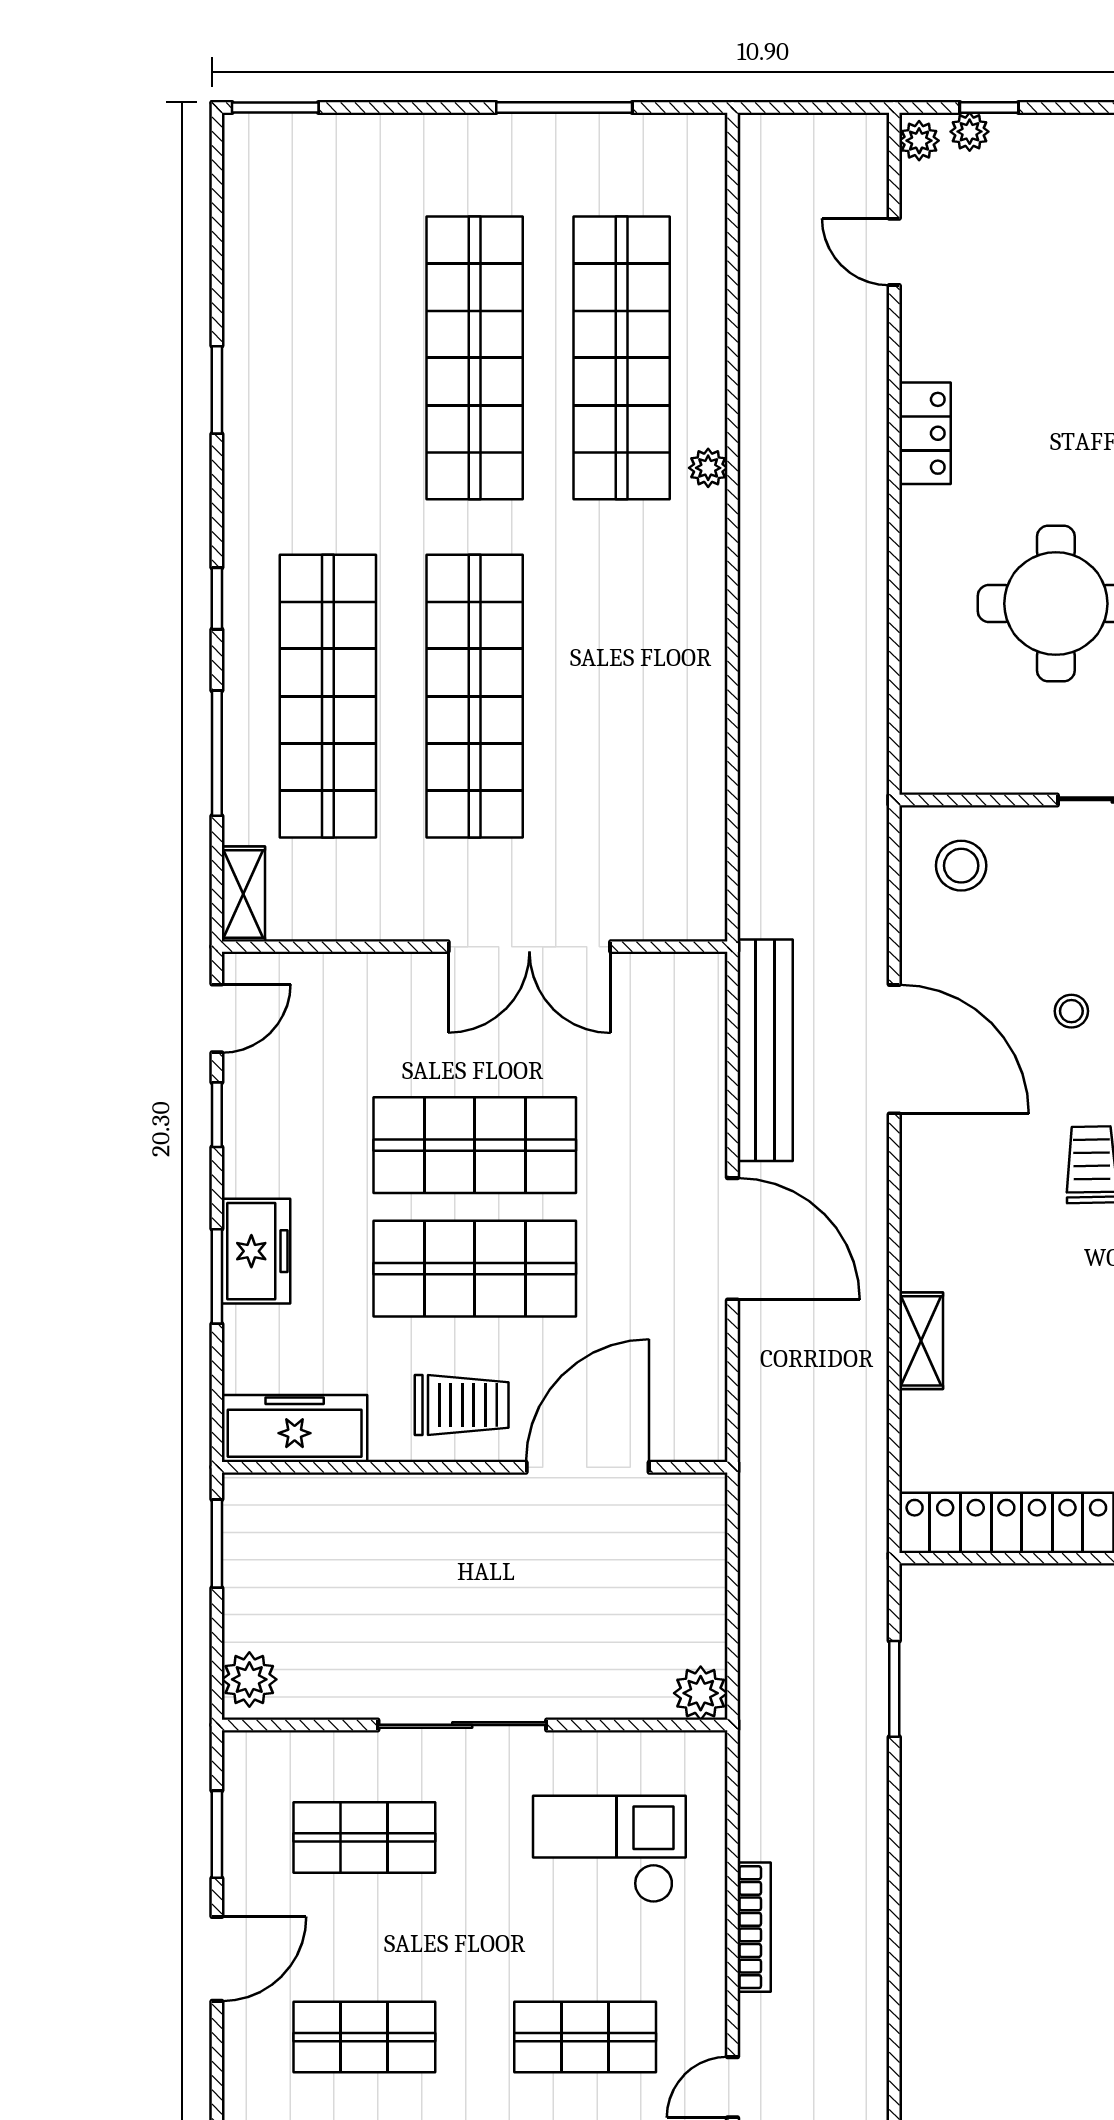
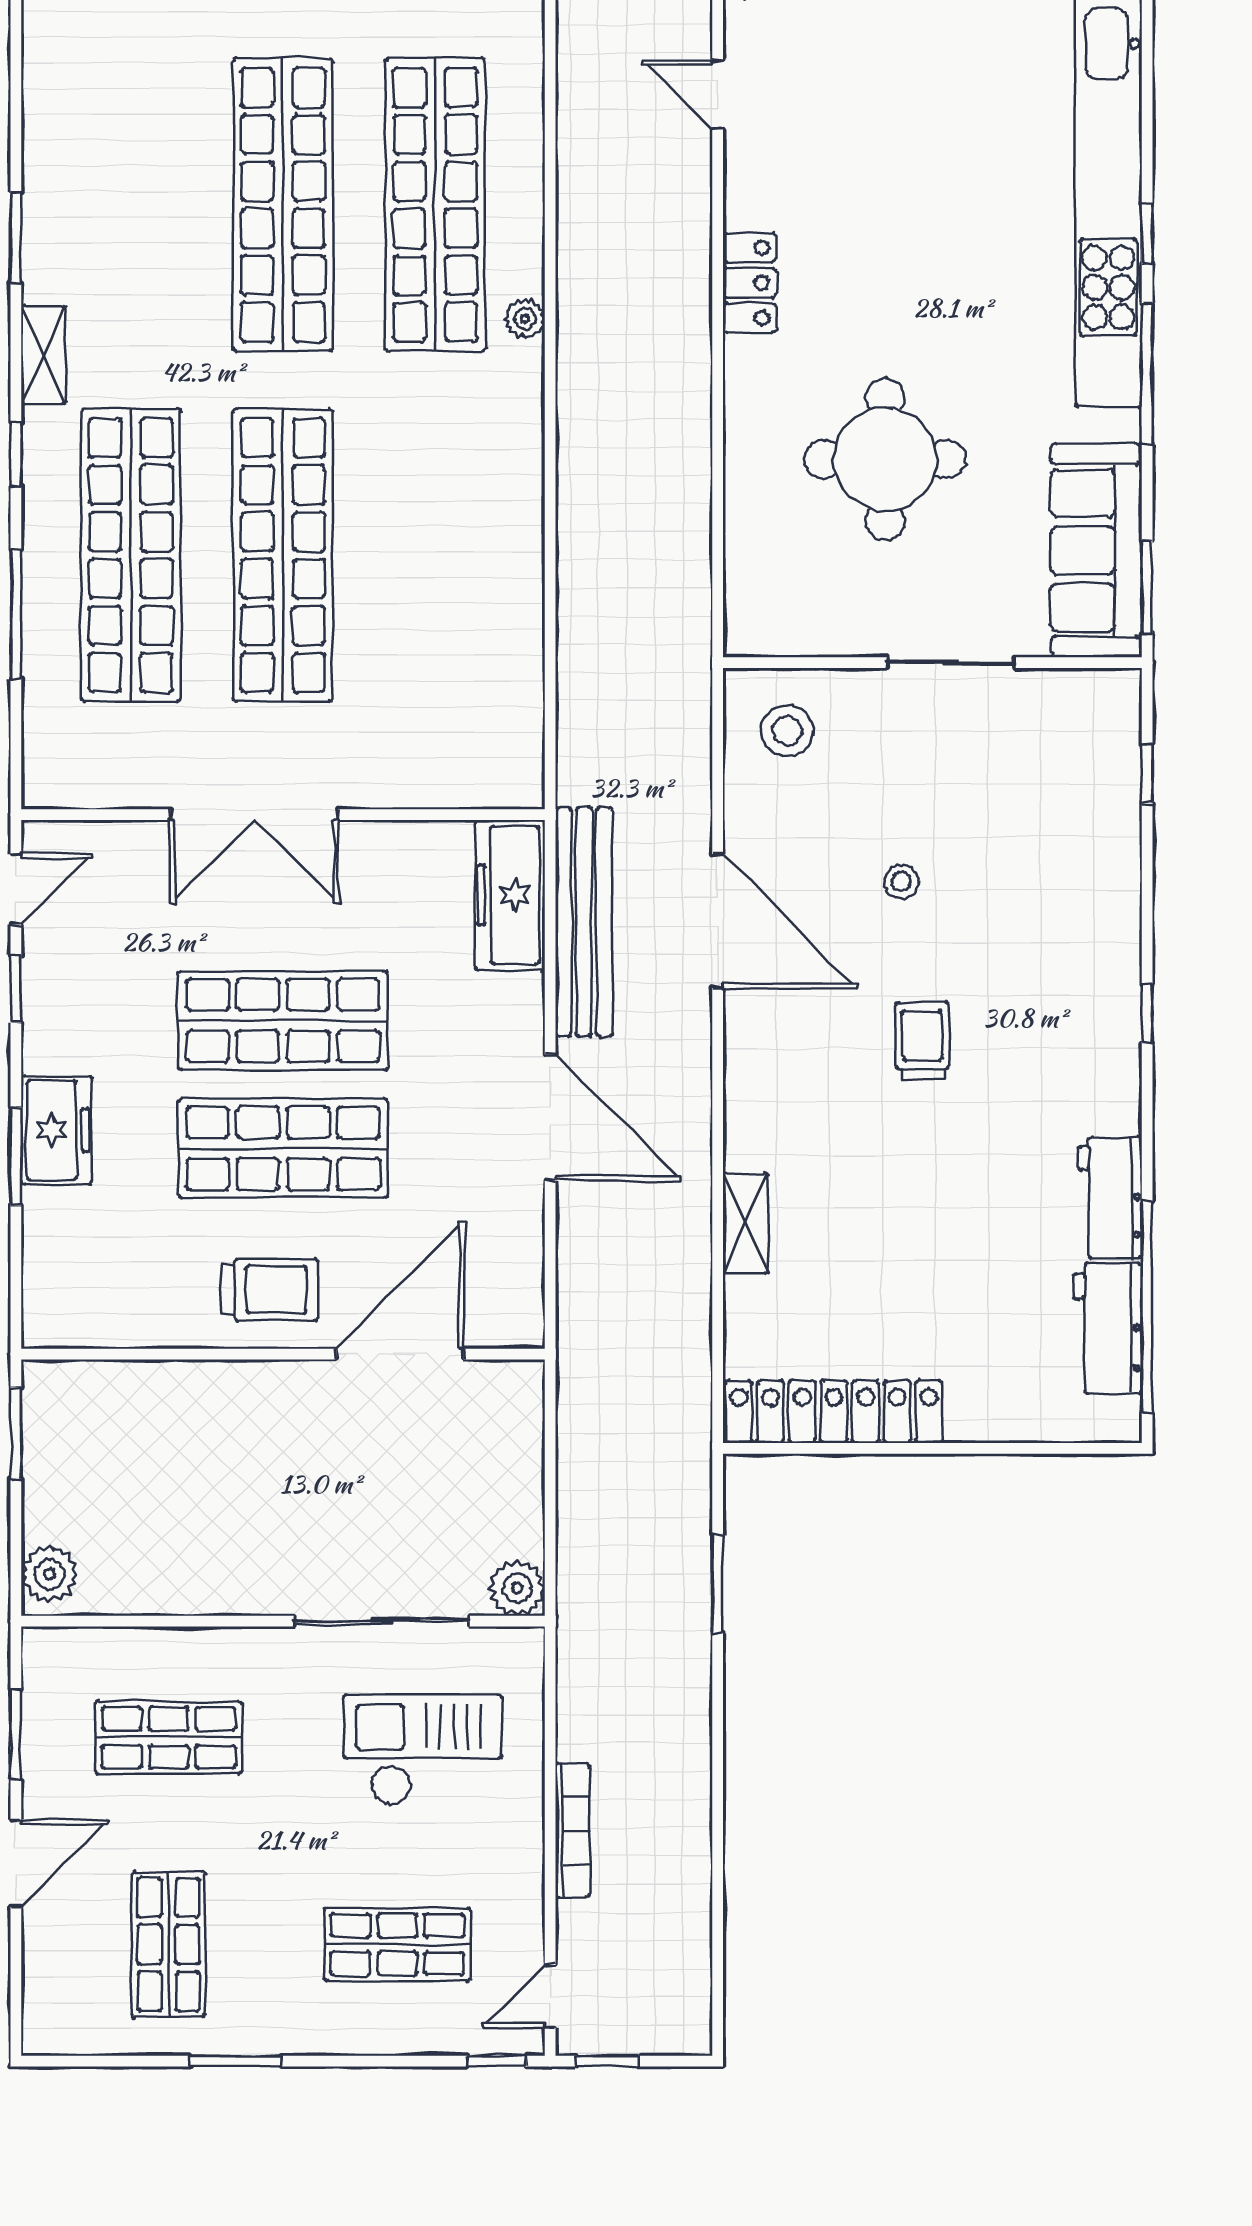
shelving: (243, 894) -> (43, 355), moved
double door: (529, 947) -> (254, 815), moved
freezer: (295, 1428) -> (510, 895), moved, turned -90
sliding door: (462, 1725) -> (382, 1621), moved
shop shelf: (364, 2037) -> (169, 1944), turned 90

